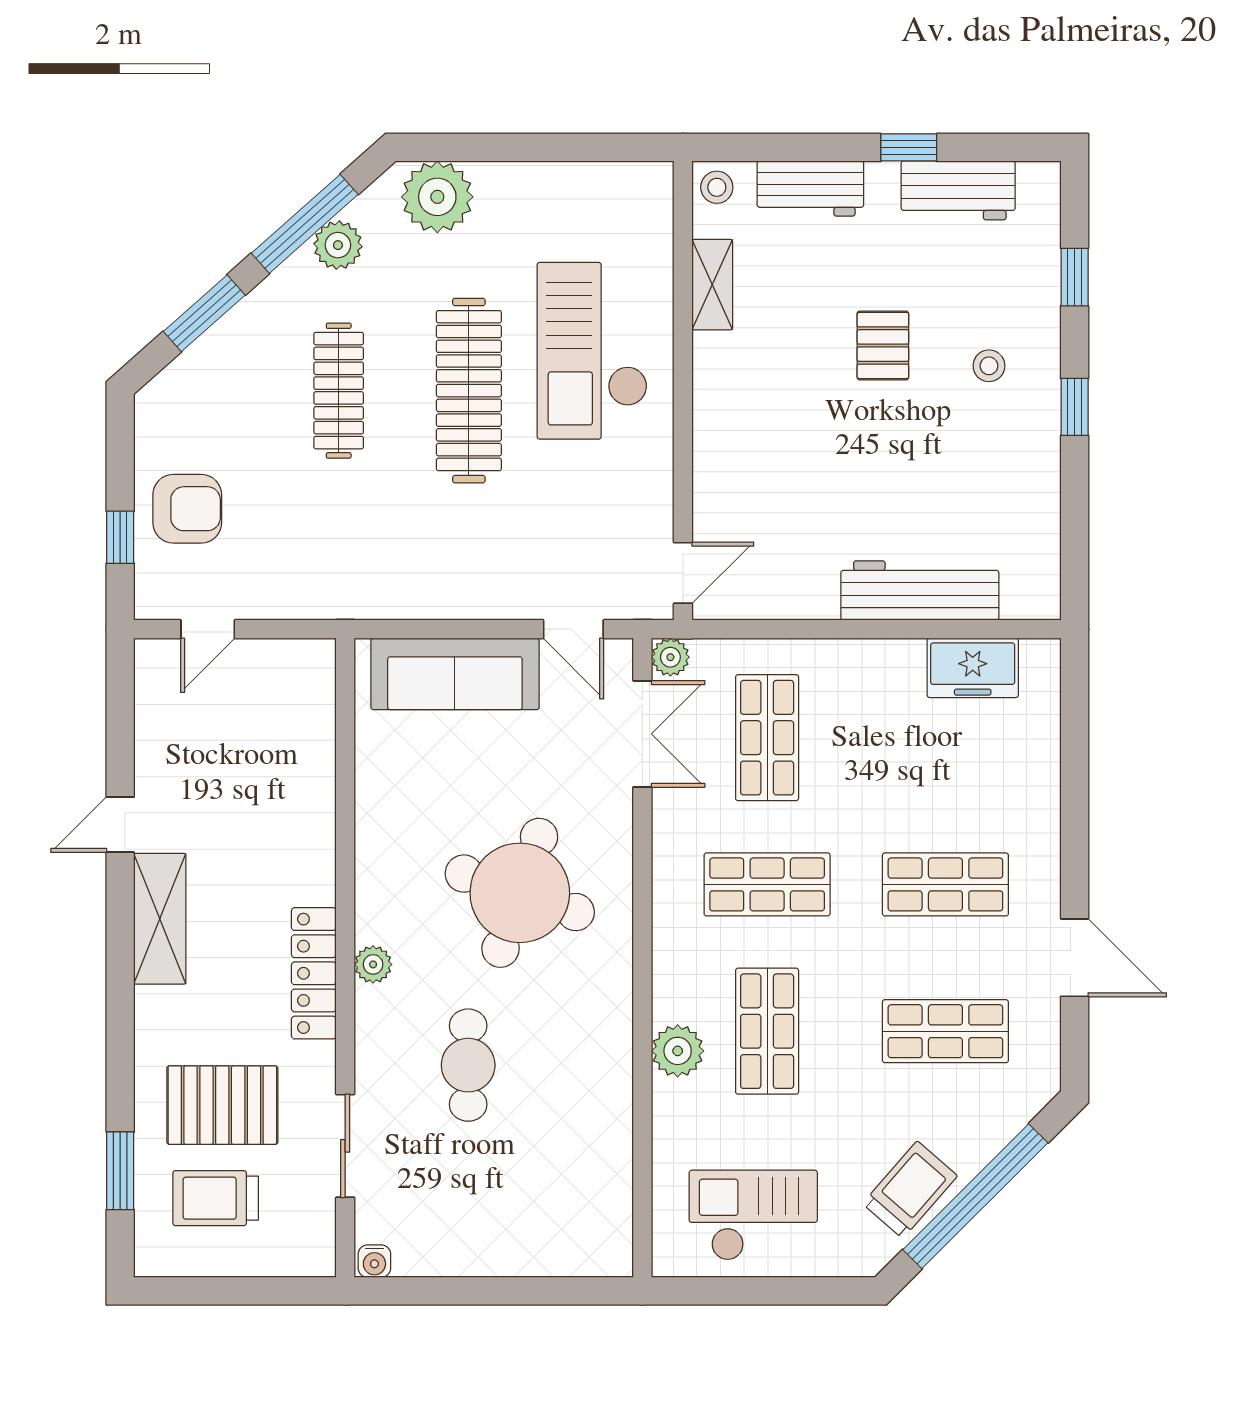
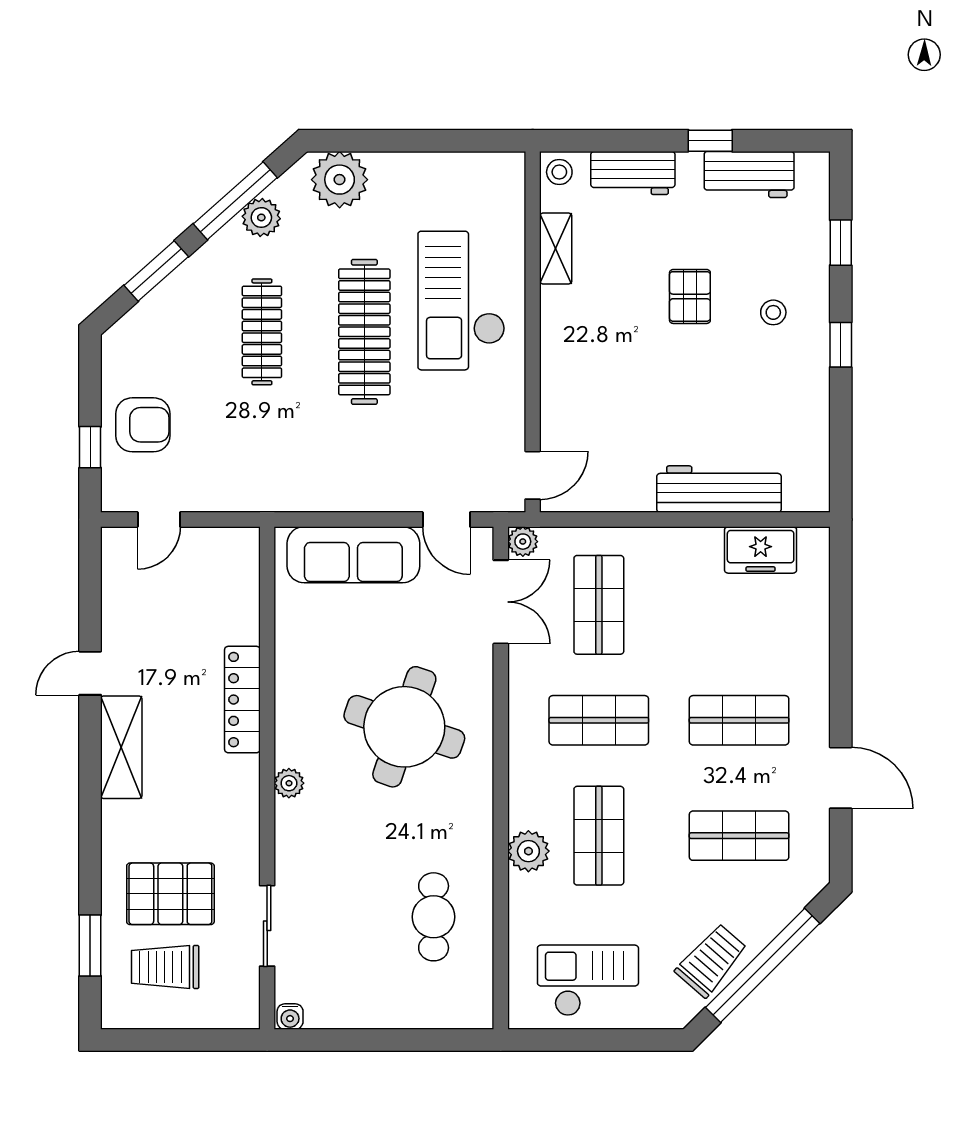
locker: (314, 973) -> (242, 700), moved
cafe table: (468, 1065) -> (434, 917), moved

